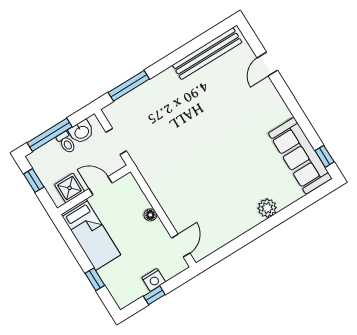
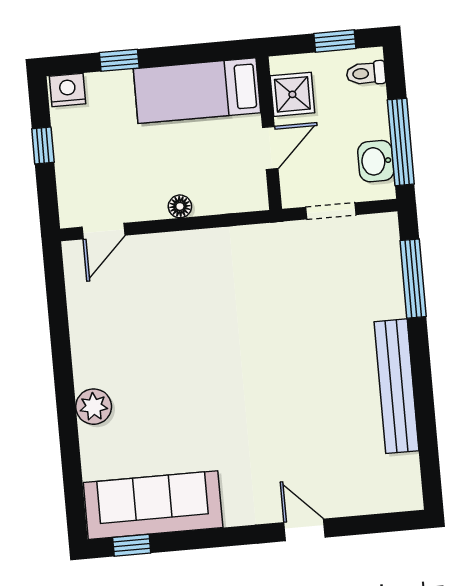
bench: (207, 54) -> (396, 386), moved
door: (267, 64) -> (305, 530), moved
window: (50, 135) -> (401, 142), moved
toilet: (66, 143) -> (366, 73), moved
door: (181, 246) -> (104, 231), hinge flipped
nightstand: (154, 280) -> (68, 90), moved, turned 90

